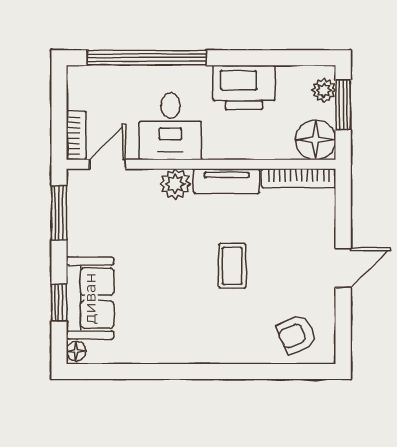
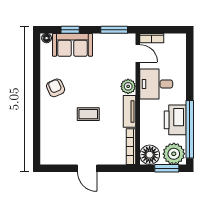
window: (147, 58) -> (190, 129), moved
plant: (324, 90) -> (174, 154), width x1.87, depth x1.87
armchair: (296, 334) -> (56, 88), moved

